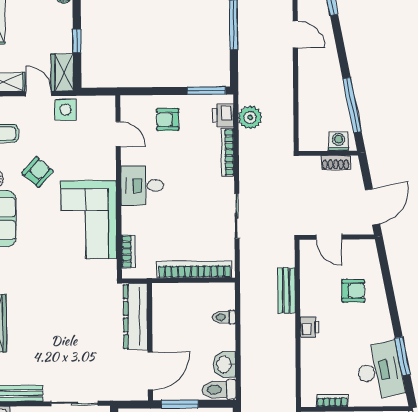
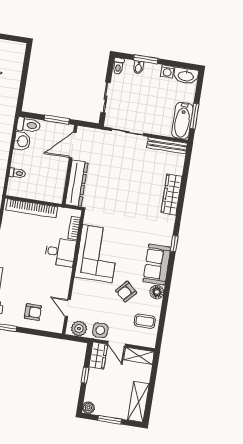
plant: (97, 107) -> (79, 328), added
desk: (142, 186) -> (60, 252), moved

